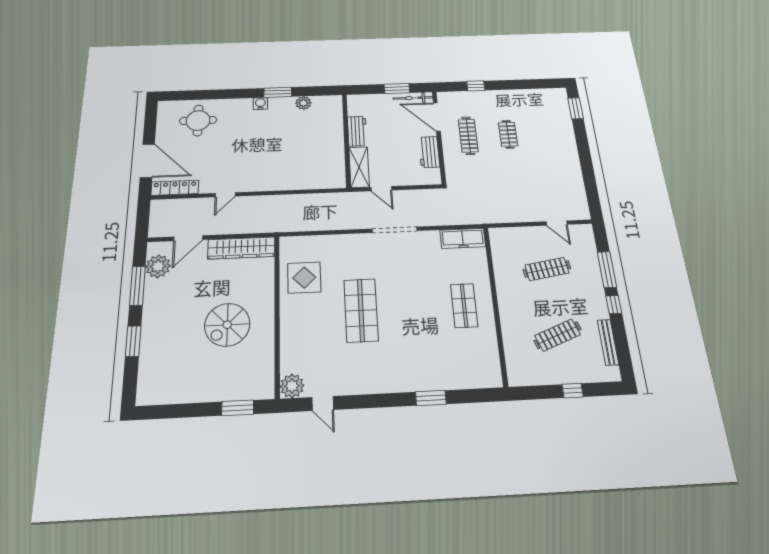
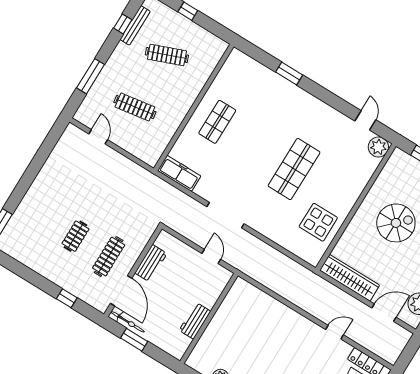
shelving: (359, 167) -> (216, 287), removed
window: (614, 305) -> (123, 24), moved

